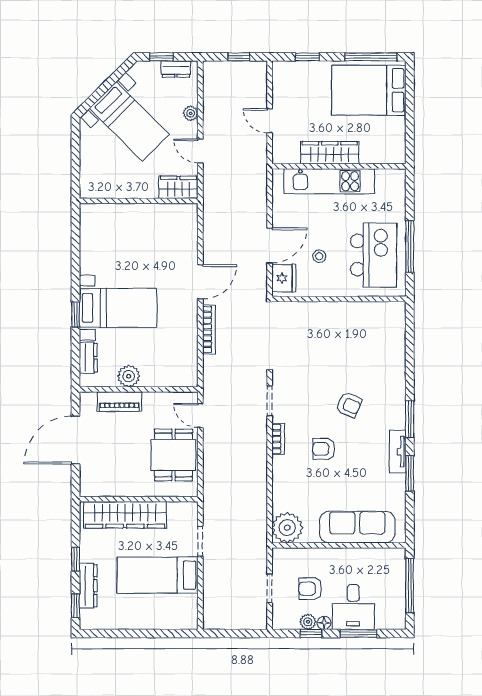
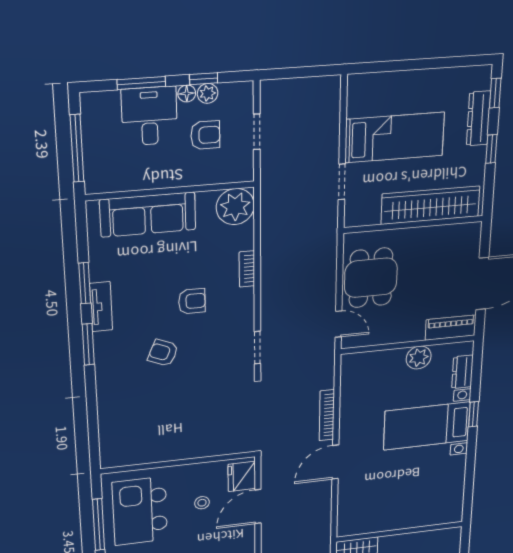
piano: (119, 402) -> (451, 328), moved
bookcase: (278, 439) -> (247, 269), moved

